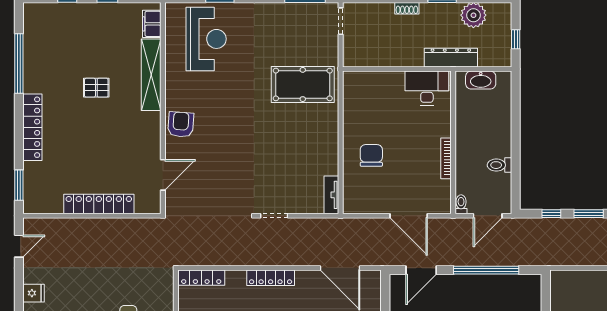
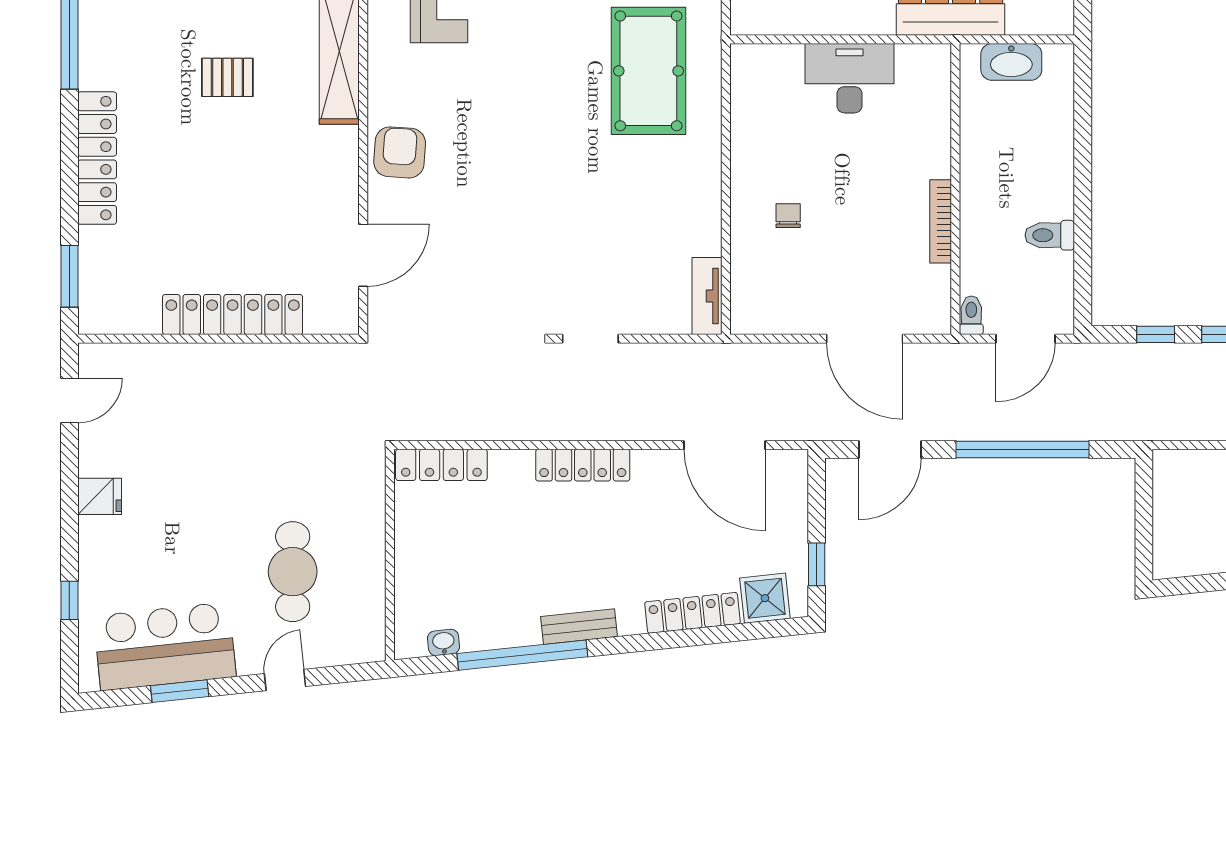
pool table: (303, 84) -> (648, 71), turned 90
desk: (427, 88) -> (849, 78), moved
chair: (371, 155) -> (788, 216), width x0.54, depth x0.54

